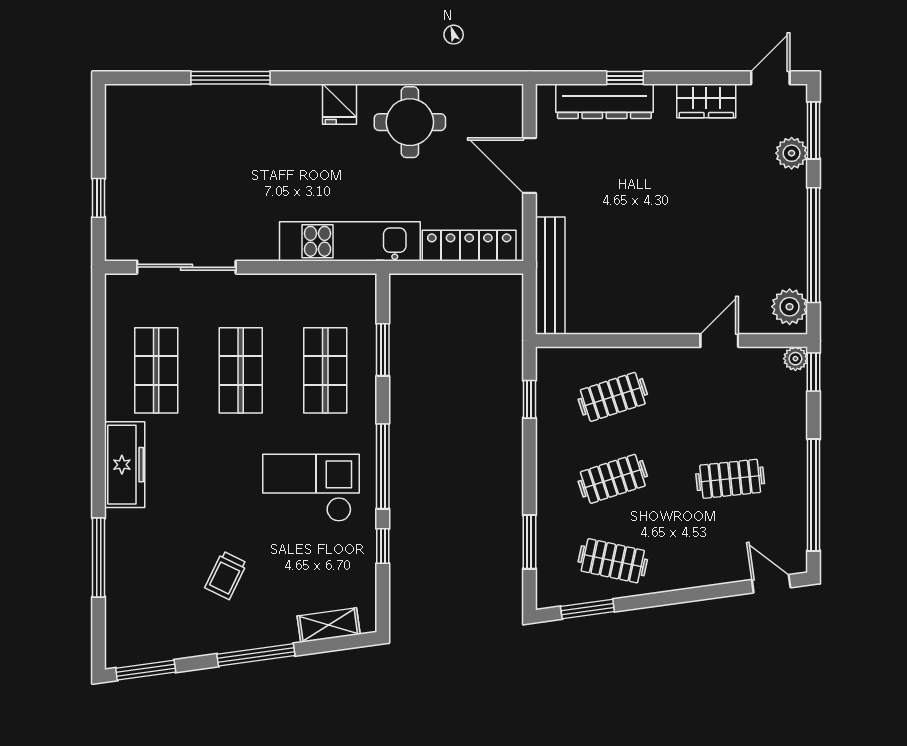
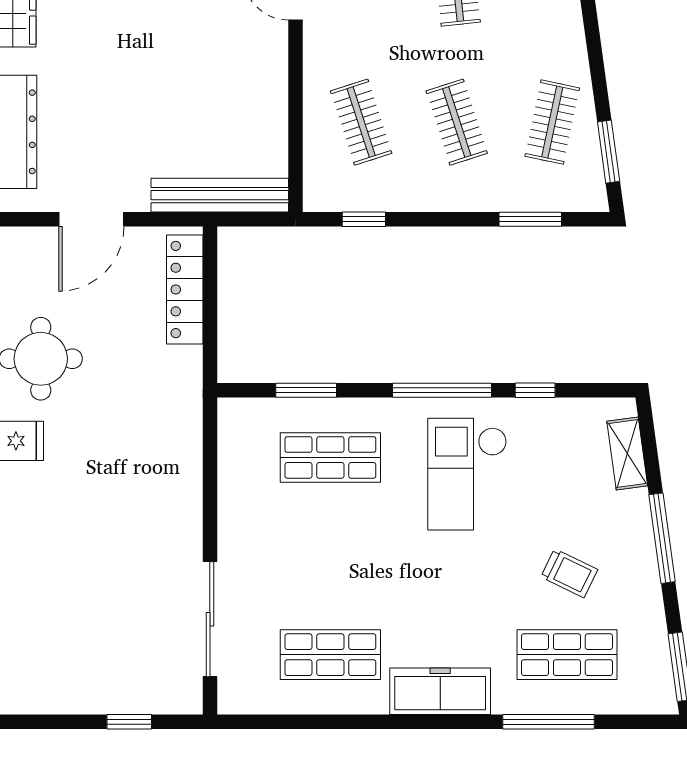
kitchen unit: (350, 241) -> (180, 429), removed
shop shelf: (241, 370) -> (567, 655), moved

